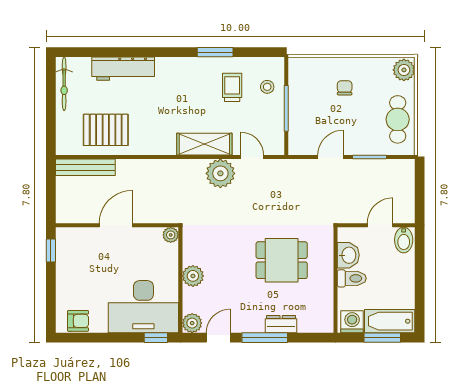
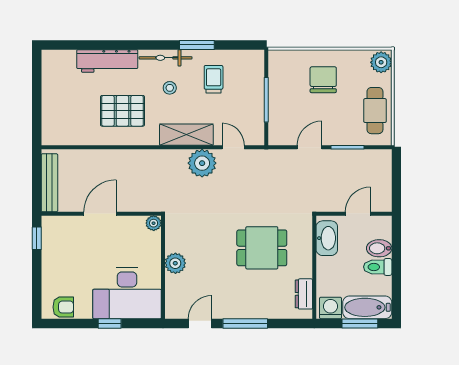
bicycle: (64, 84) -> (166, 58), moved, turned 90
stool: (267, 87) -> (170, 88), moved
chair: (345, 88) -> (323, 80), width x1.87, depth x1.87
pallet: (106, 130) -> (122, 111), moved
bench: (85, 167) -> (49, 183), moved, turned 90
bidet: (404, 240) -> (379, 248), moved, turned 90
washbasin: (348, 255) -> (327, 238), width x1.38
toilet: (352, 278) -> (378, 267), moved, turned 180
plant: (192, 323) -> (174, 309), removed
dresser: (281, 324) -> (304, 294), moved, turned -90
window: (156, 338) -> (110, 323), moved

